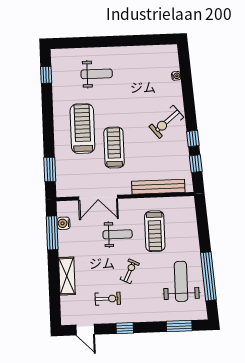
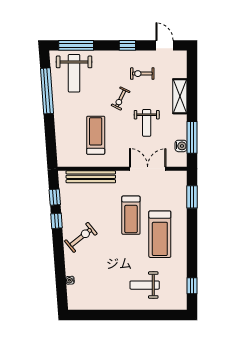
weight bench: (118, 234) -> (147, 123), moved, turned -90
weight bench: (181, 281) -> (74, 73), moved
window: (179, 326) -> (76, 45), width x1.44

